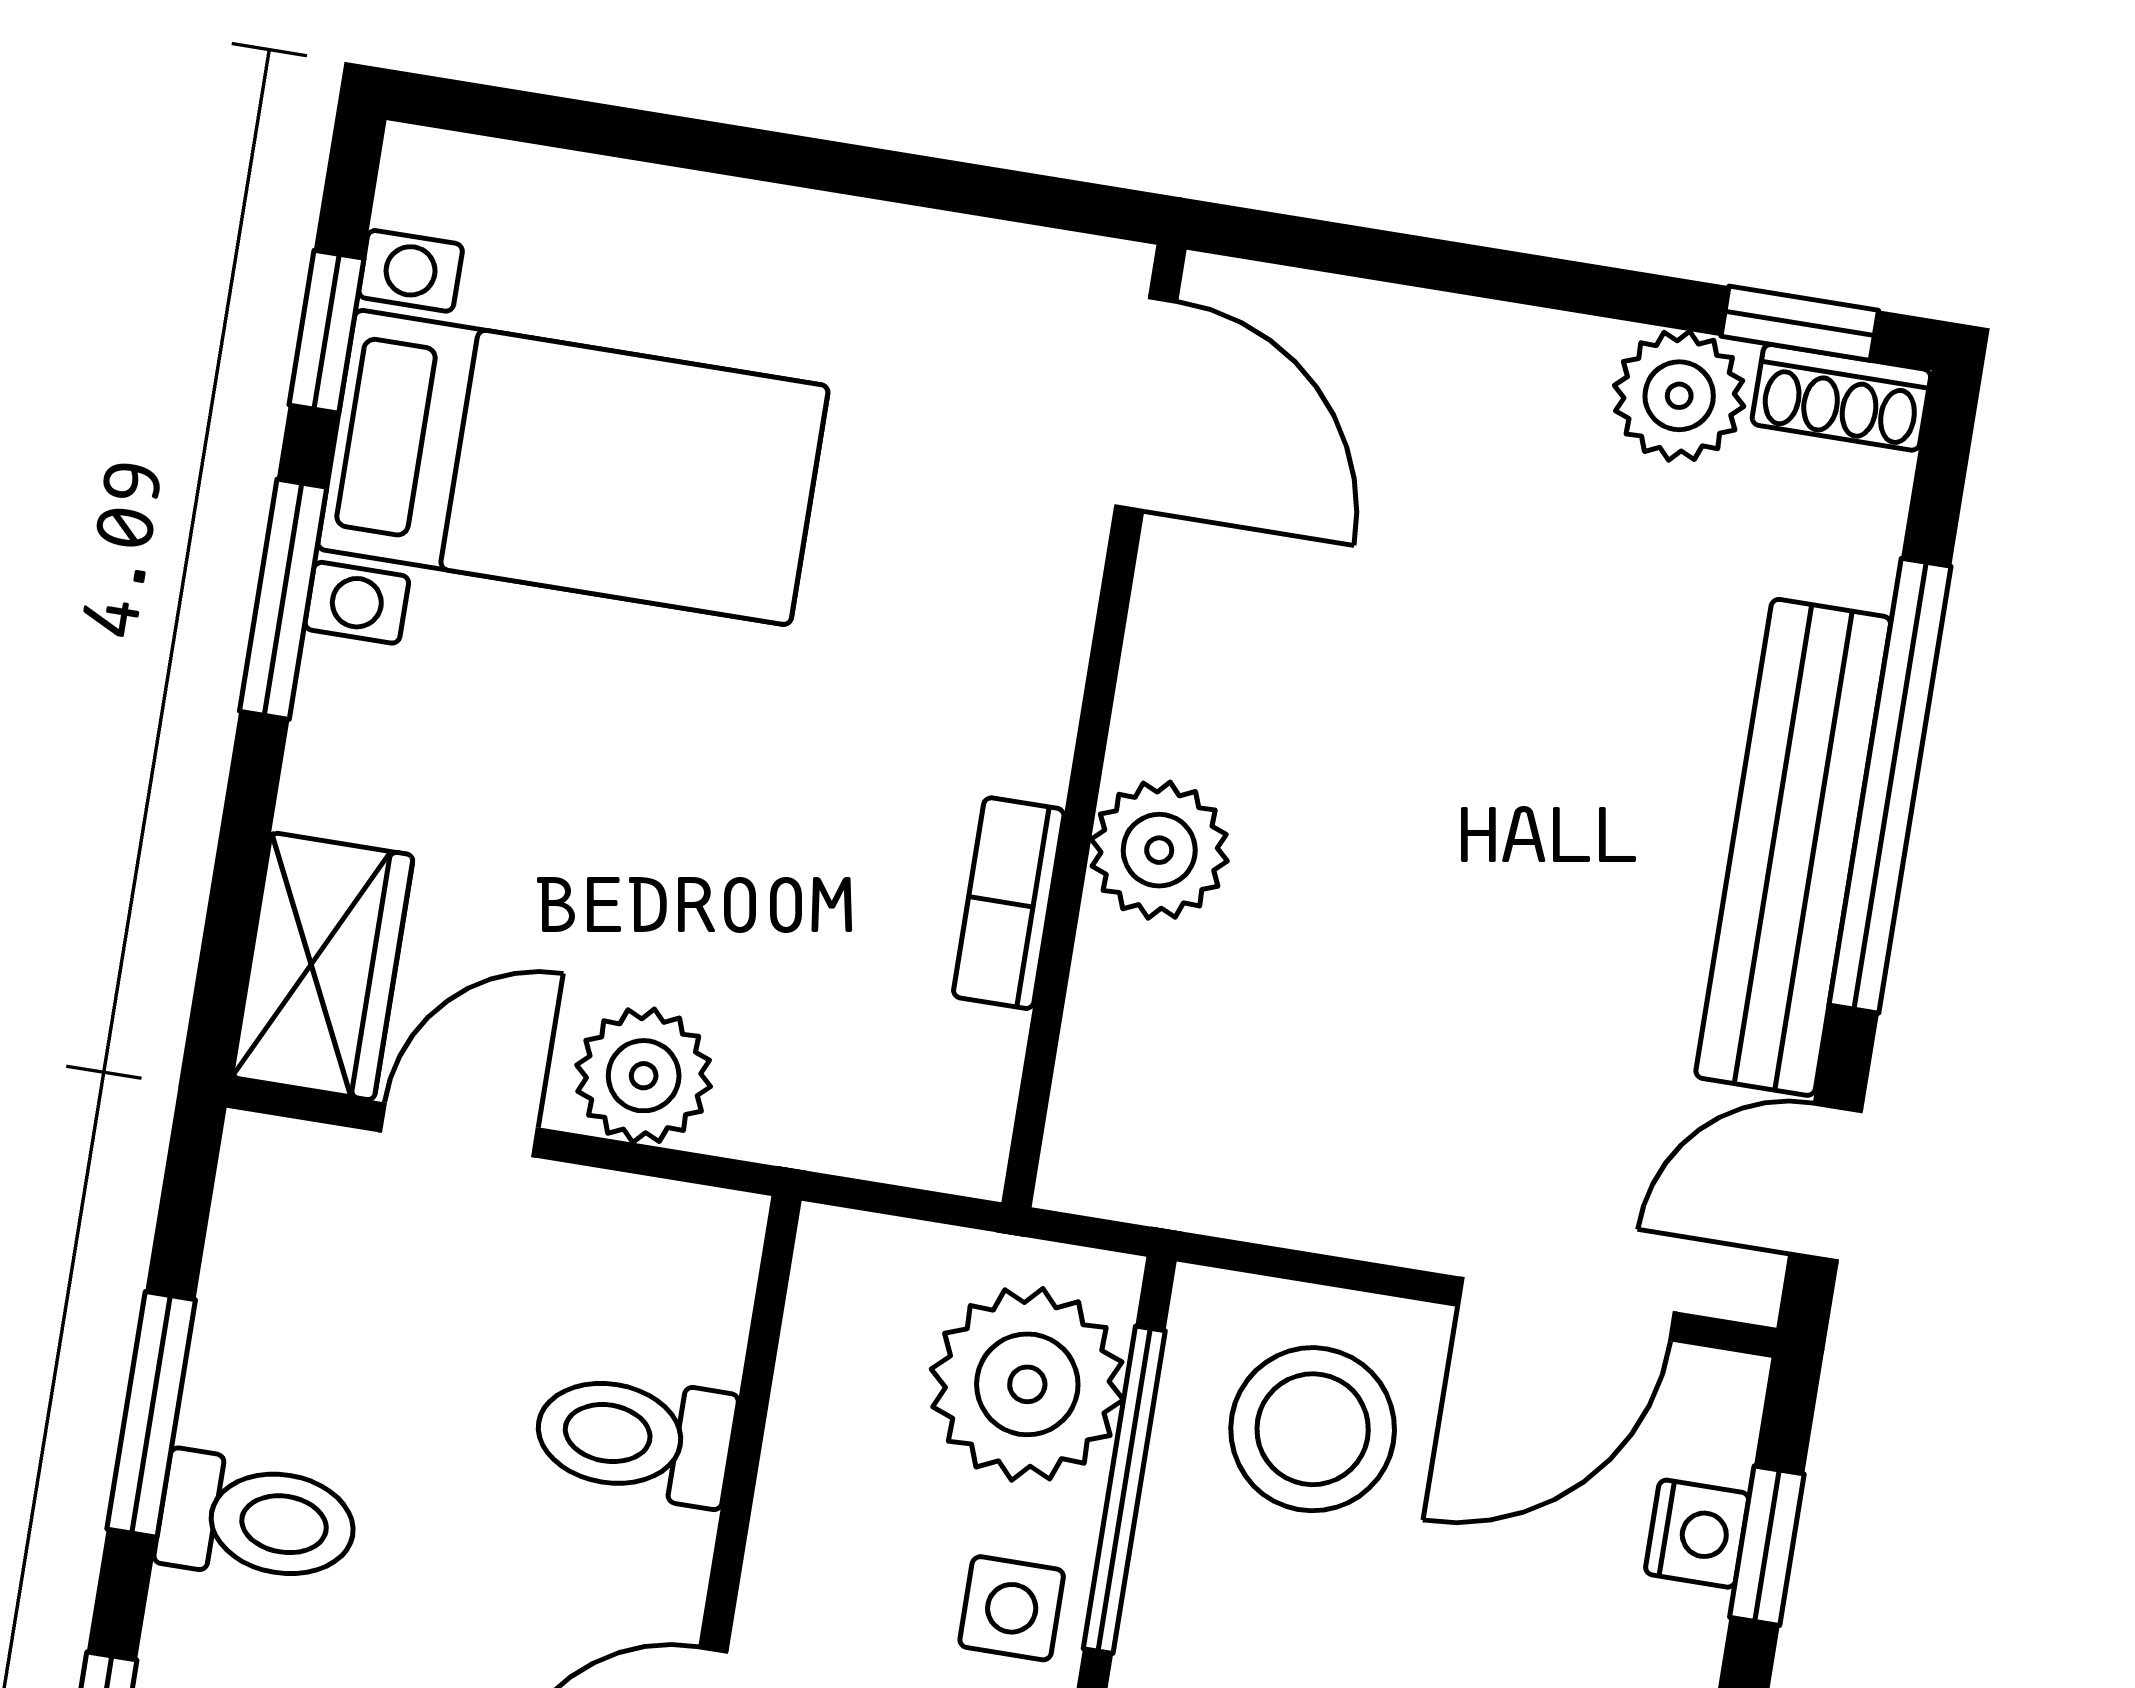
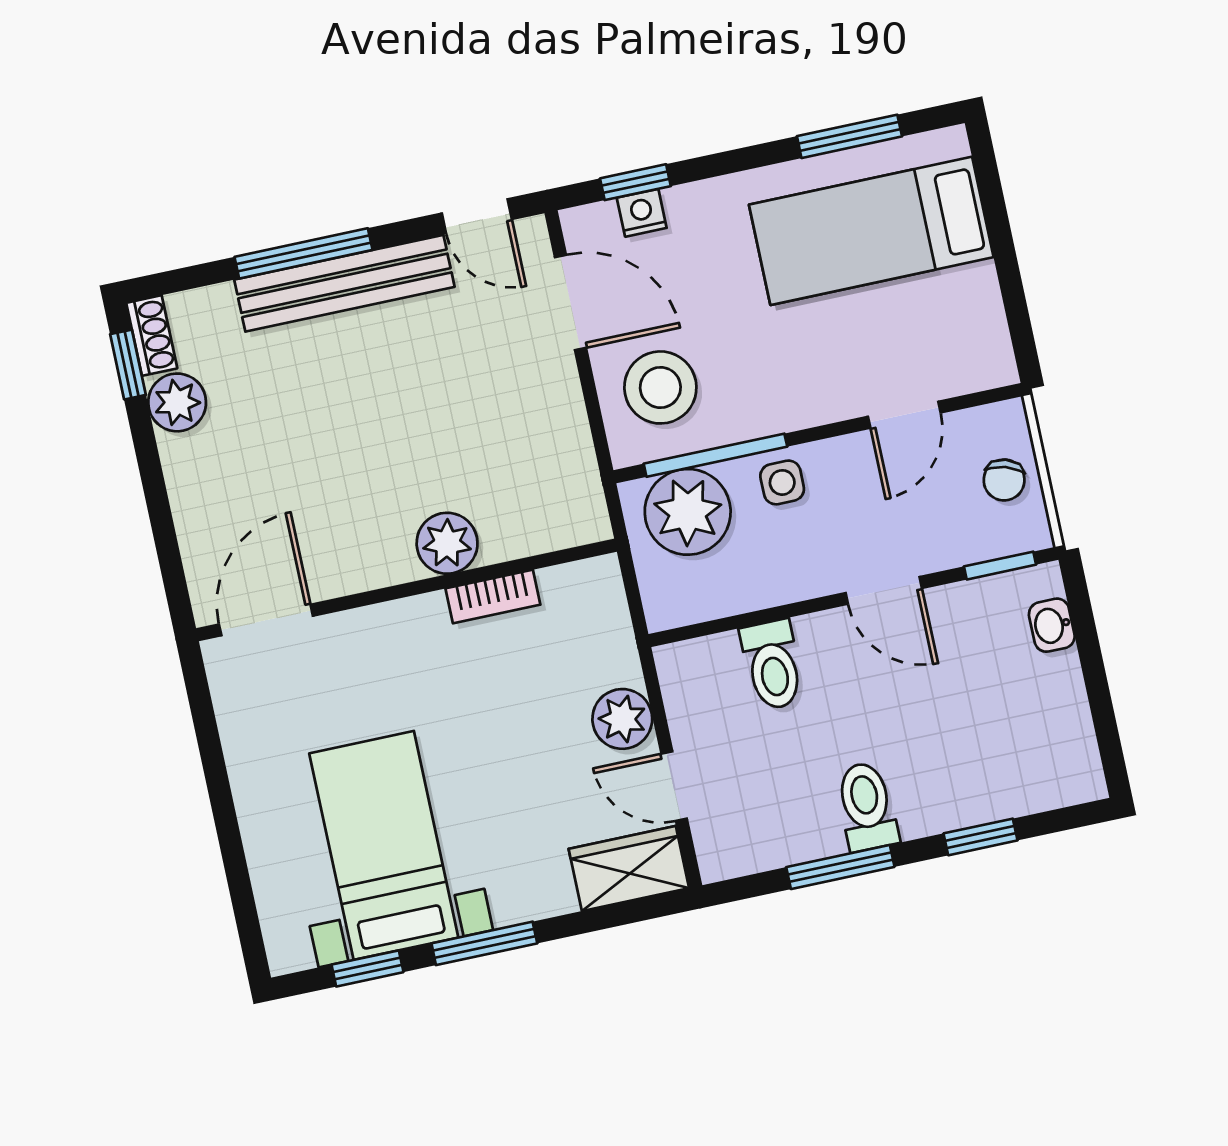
window: (1890, 786) -> (304, 253), width x0.68

